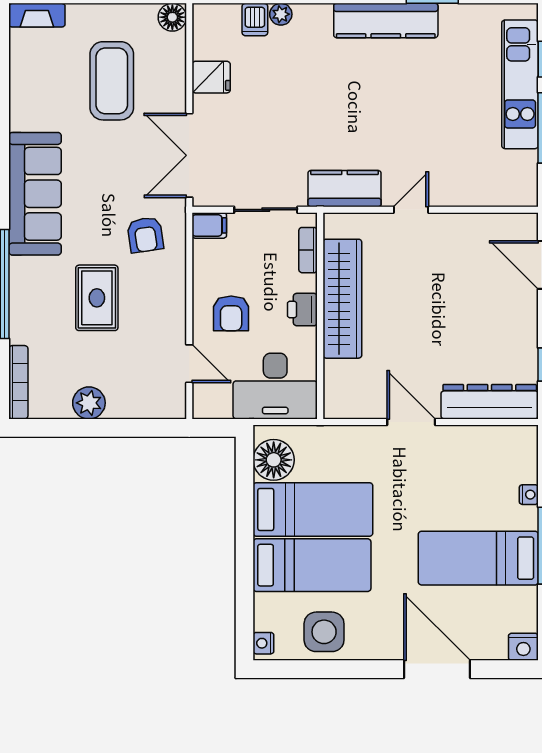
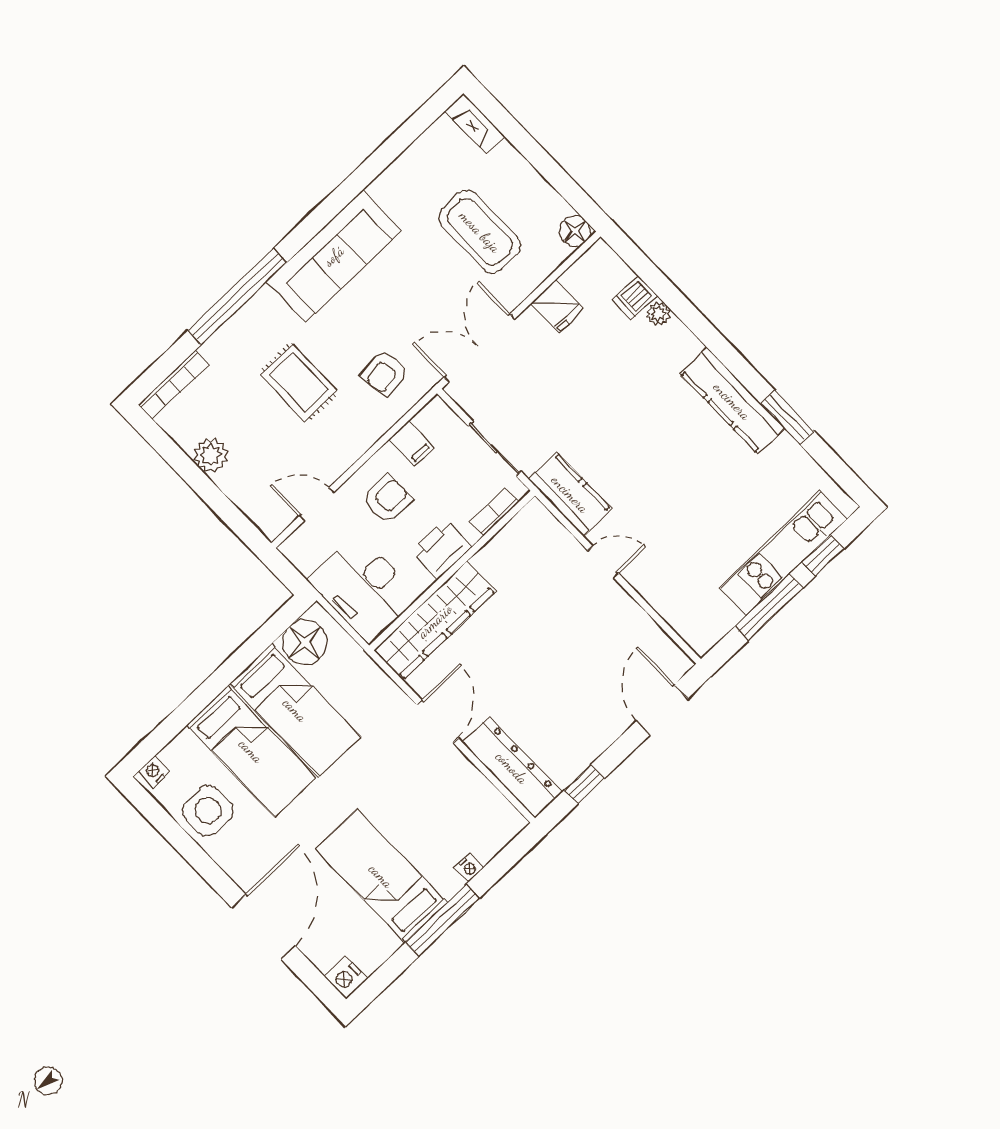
coffee table: (112, 81) -> (480, 232), turned 90
filing cabinet: (209, 225) -> (411, 443), moved
rug: (97, 298) -> (299, 383), turned 90
wardrobe: (342, 299) -> (435, 621), moved
printer: (302, 310) -> (441, 549), width x1.36, depth x1.24
armchair: (231, 313) -> (387, 499), turned 180
door: (189, 364) -> (317, 504), swing flipped

